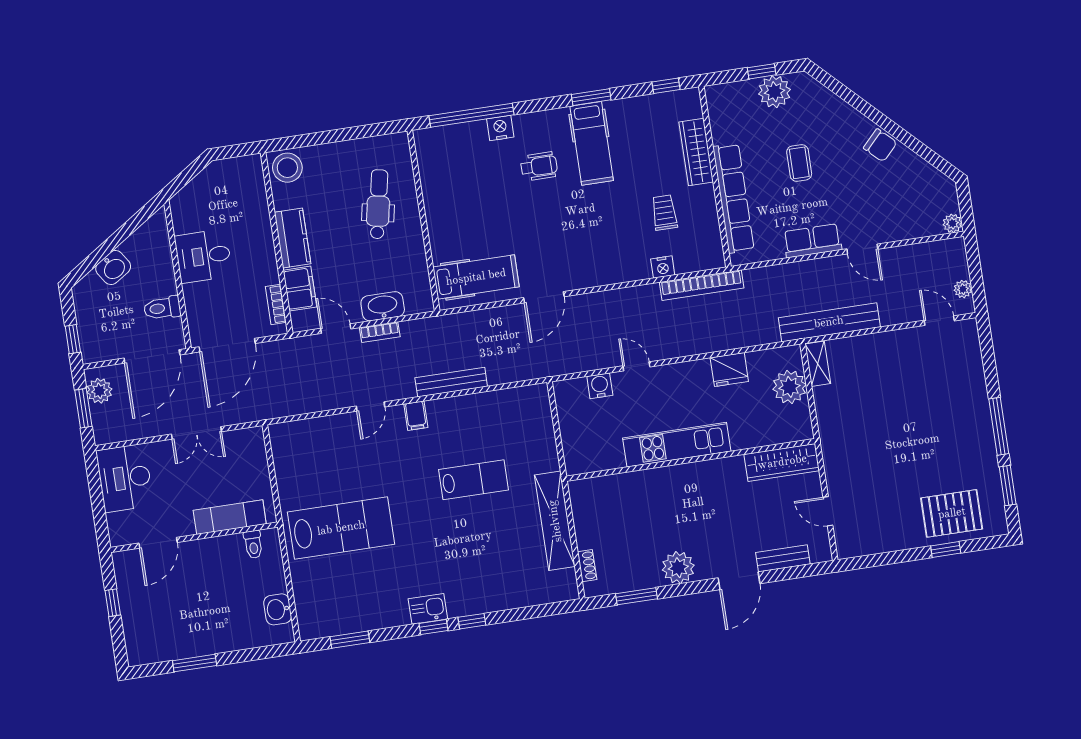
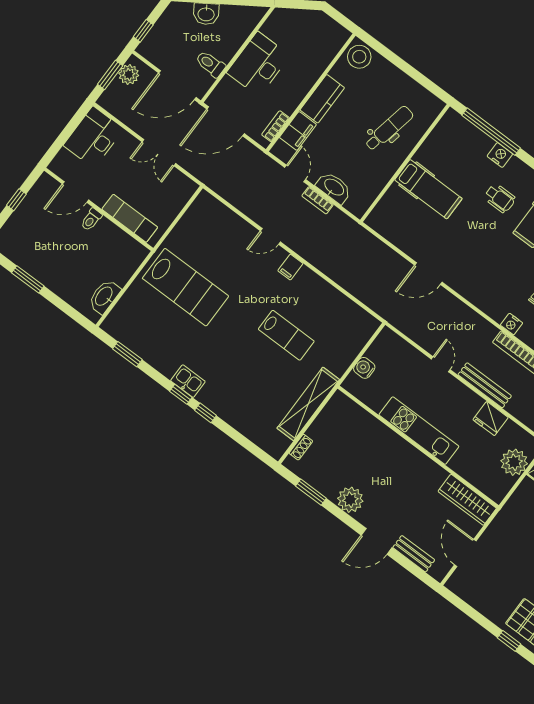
desk: (203, 256) -> (258, 64), width x1.37
hospital bed: (476, 277) -> (428, 189), moved
bench: (451, 382) -> (485, 385), moved
water cooler: (600, 386) -> (364, 368), moved, turned -90
door: (828, 511) -> (465, 553), width x1.38
toilet: (253, 544) -> (91, 220), moved
washbasin: (278, 609) -> (104, 297), width x1.38

